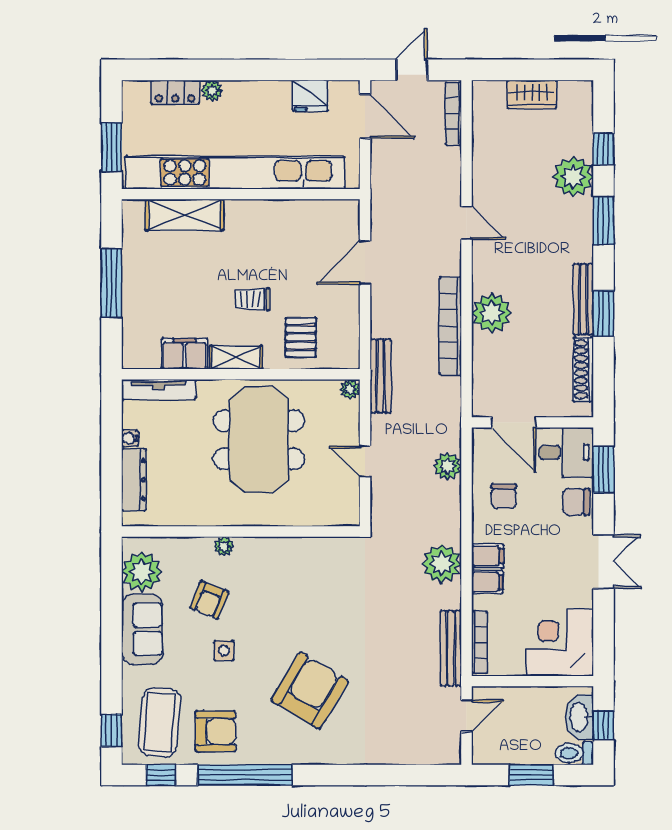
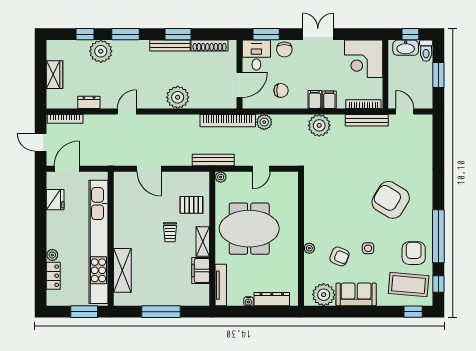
dresser: (483, 156) -> (89, 102), added
bookcase: (450, 326) -> (228, 121), moved

